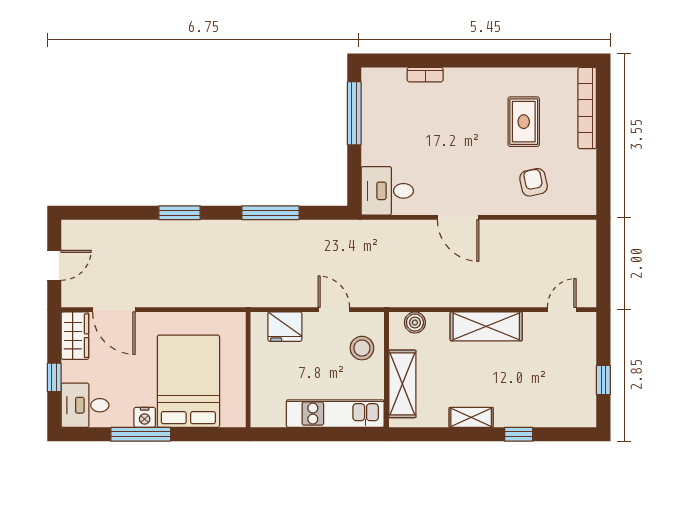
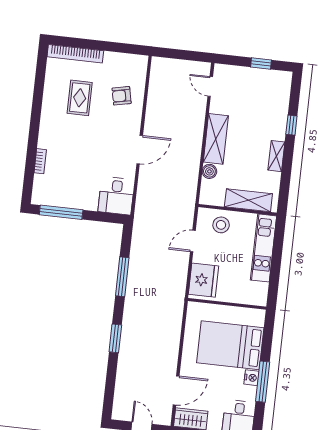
rug: (524, 122) -> (80, 98), turned 90
boiler: (415, 323) -> (209, 171), moved
fridge: (285, 327) -> (204, 280), width x1.36, depth x1.34

